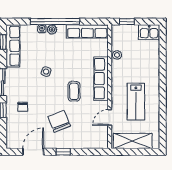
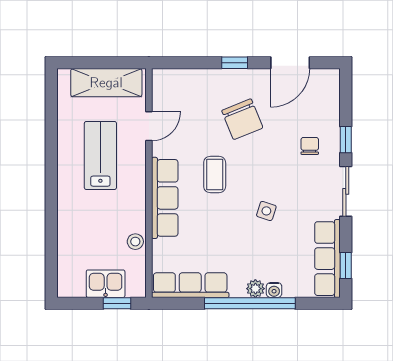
kitchen sink: (149, 32) -> (106, 284), moved

